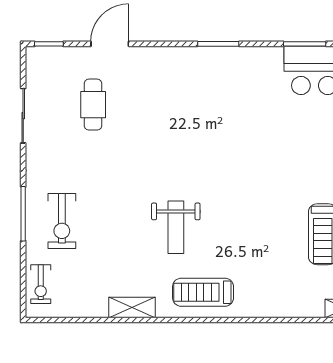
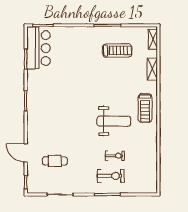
weight bench: (176, 227) -> (114, 121), width x1.36, depth x1.33
exercise bike: (41, 284) -> (115, 156), moved
shelving: (132, 307) -> (152, 69), moved

